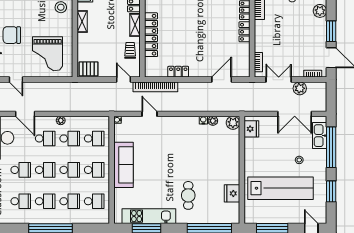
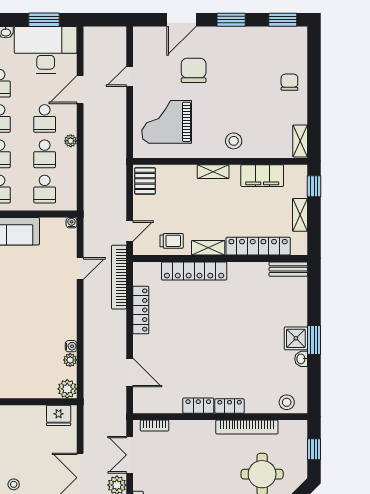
locker: (178, 72) -> (141, 310), width x1.53
double door: (279, 80) -> (130, 455), swing flipped

